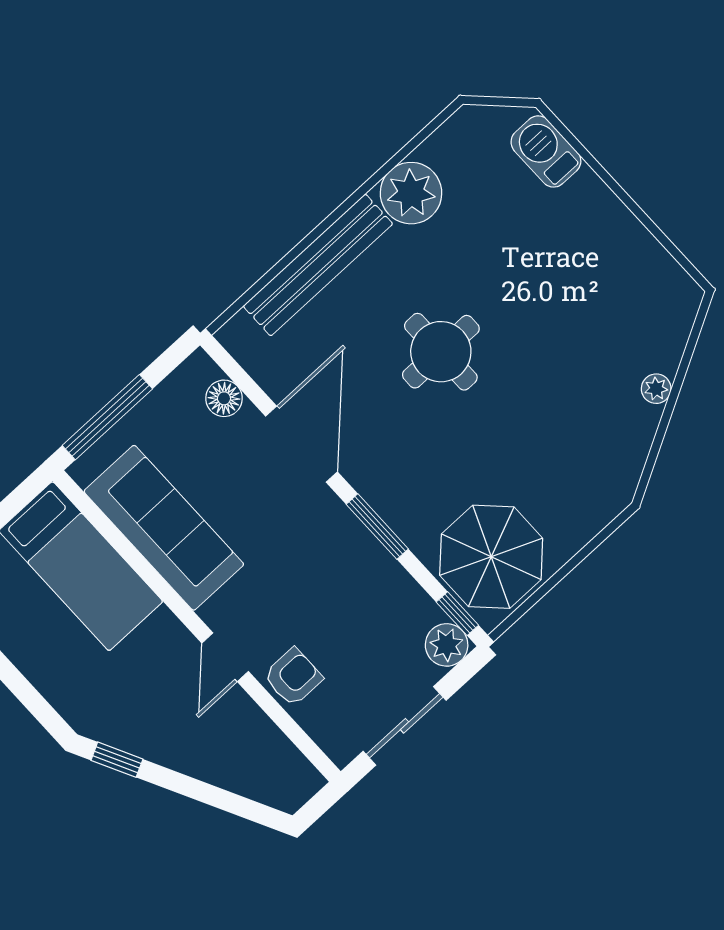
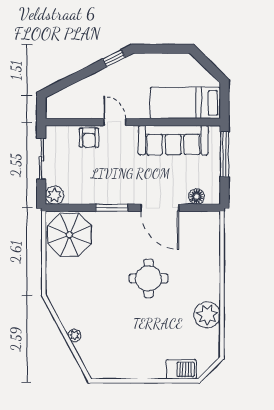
bench: (318, 265) -> (211, 265), removed
window: (457, 614) -> (61, 208), removed

